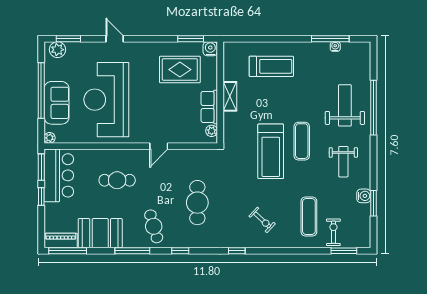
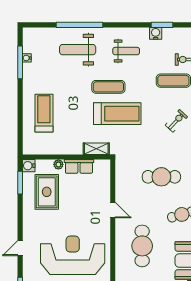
shelving: (230, 96) -> (96, 149), moved
reception desk: (106, 100) -> (73, 255), turned 180
plant: (212, 131) -> (58, 164), moved
cafe table: (117, 180) -> (142, 246), width x1.37, depth x1.35

